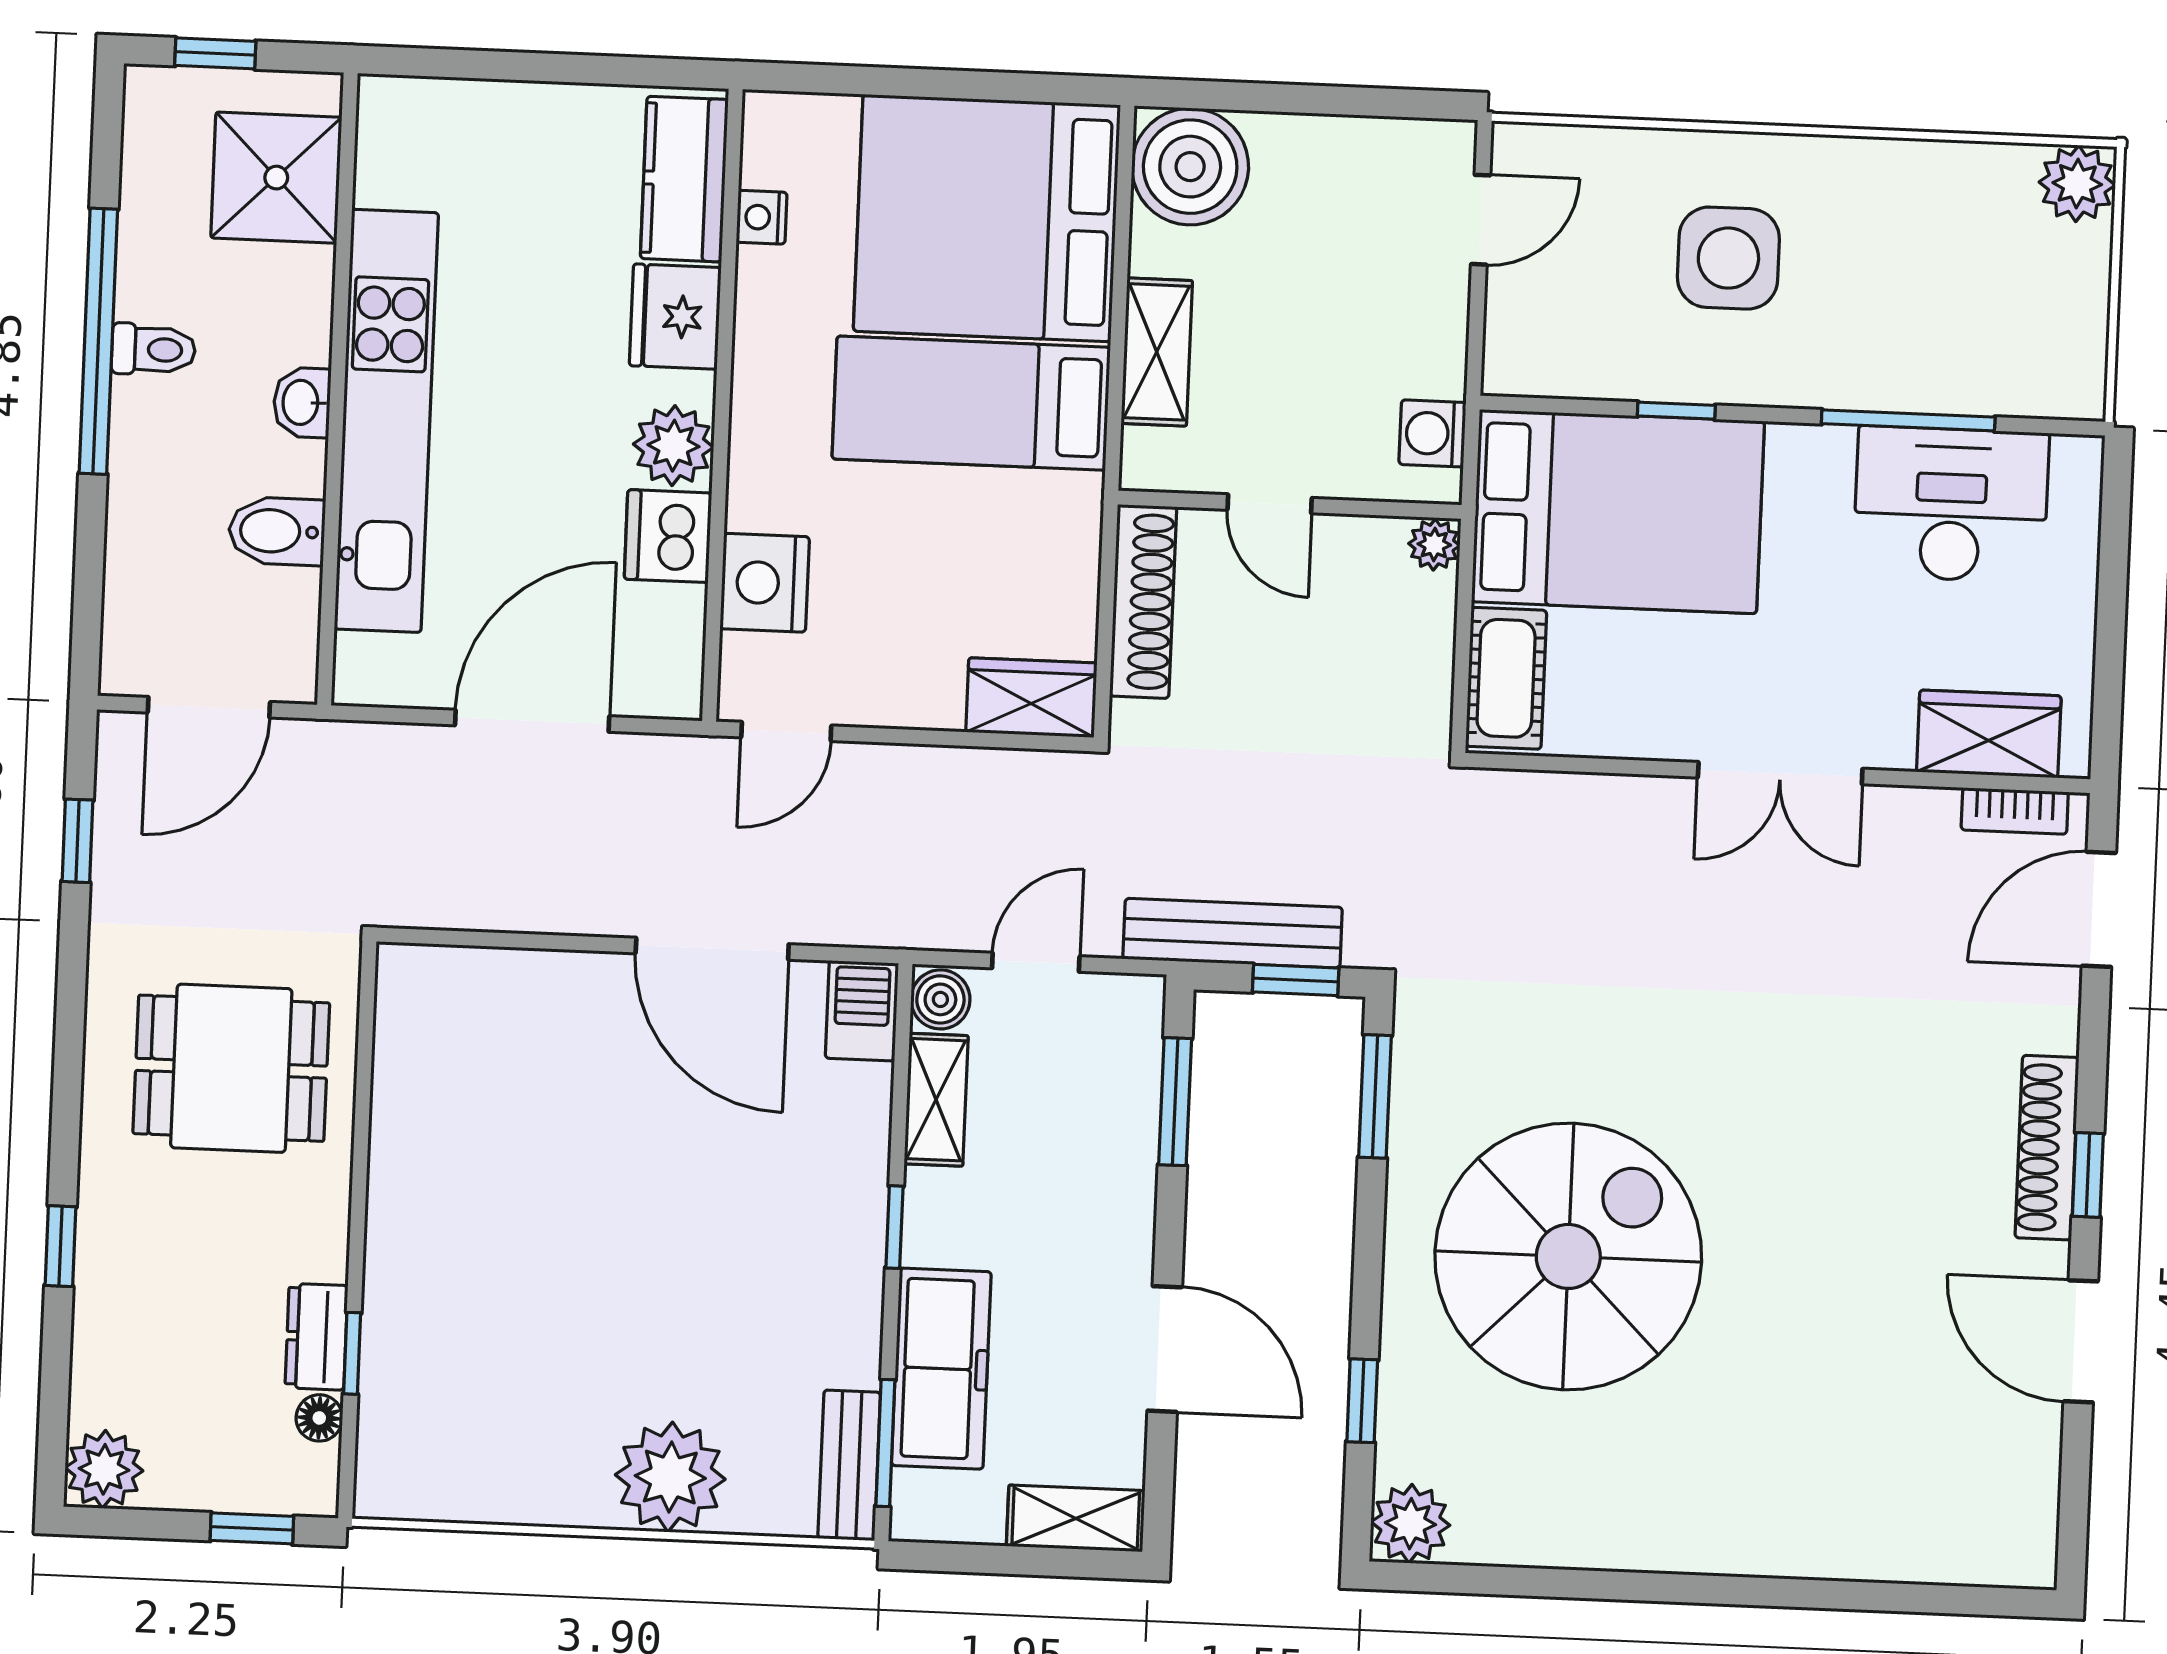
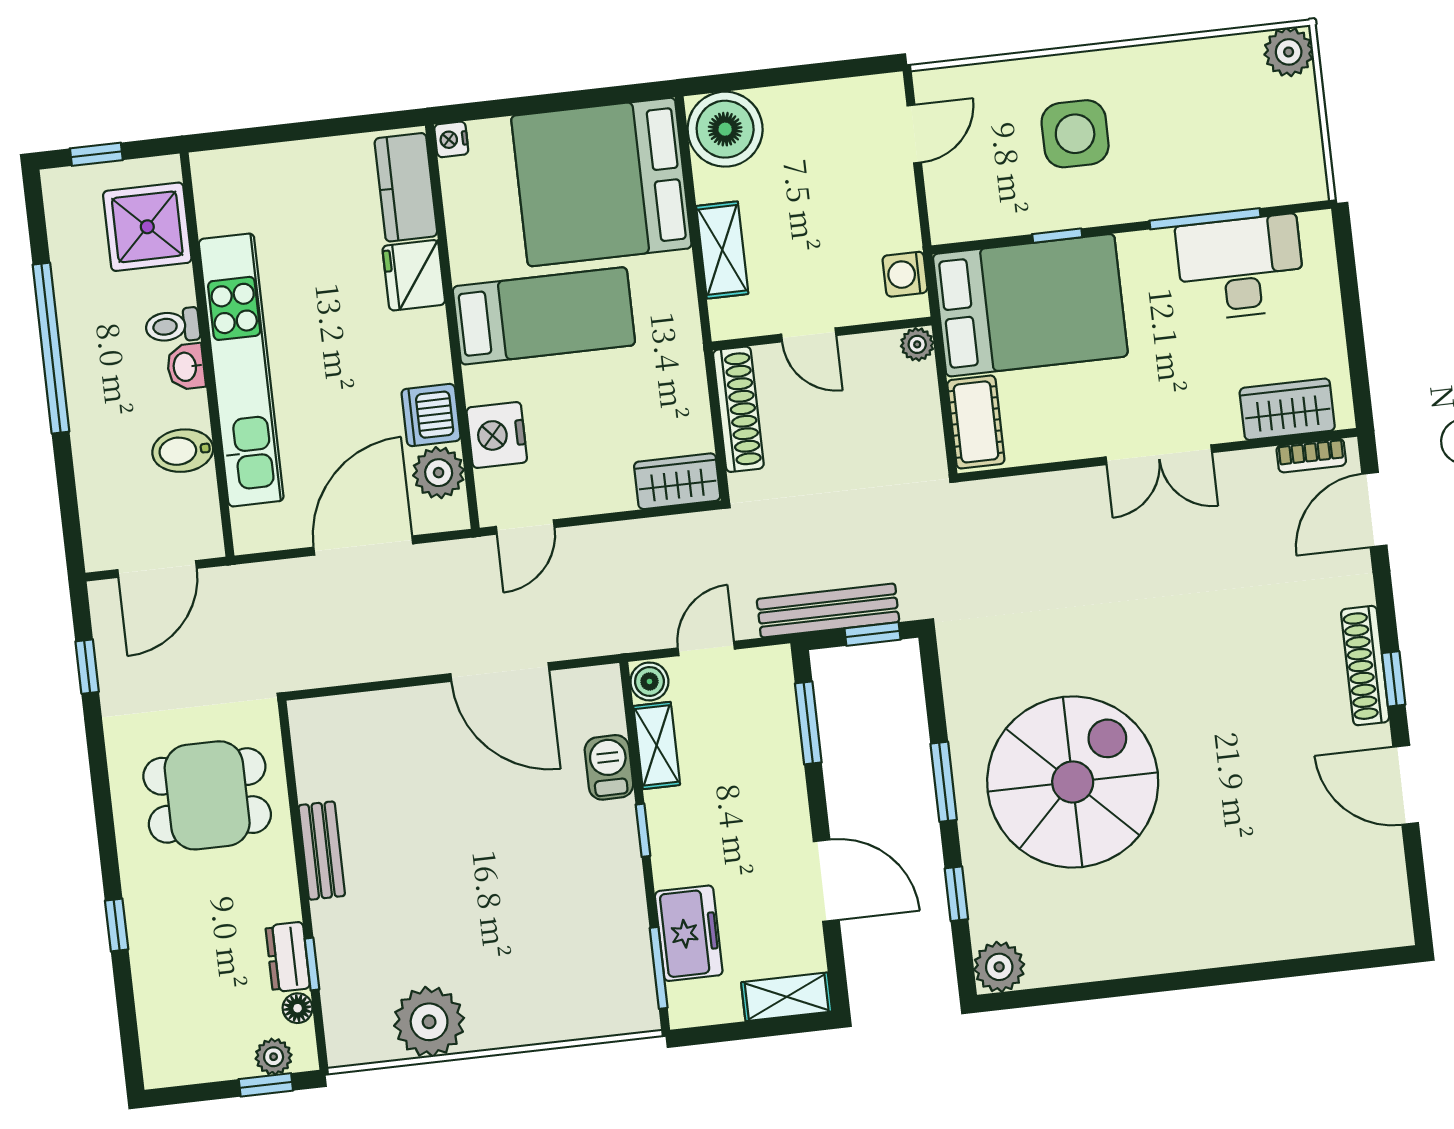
nightstand: (762, 217) -> (451, 139), moved
toilet: (153, 349) -> (172, 326), moved, turned 180
bed: (971, 403) -> (544, 316), moved, turned 180
plant: (673, 446) -> (439, 473), moved
barbecue: (862, 1011) -> (609, 767), moved
window: (1375, 1096) -> (944, 782), moved
freezer: (941, 1369) -> (689, 933), width x0.71
bench: (849, 1465) -> (322, 851), moved
plant: (104, 1469) -> (274, 1057), moved, width x0.73, depth x0.73
plant: (670, 1477) -> (429, 1022), moved

